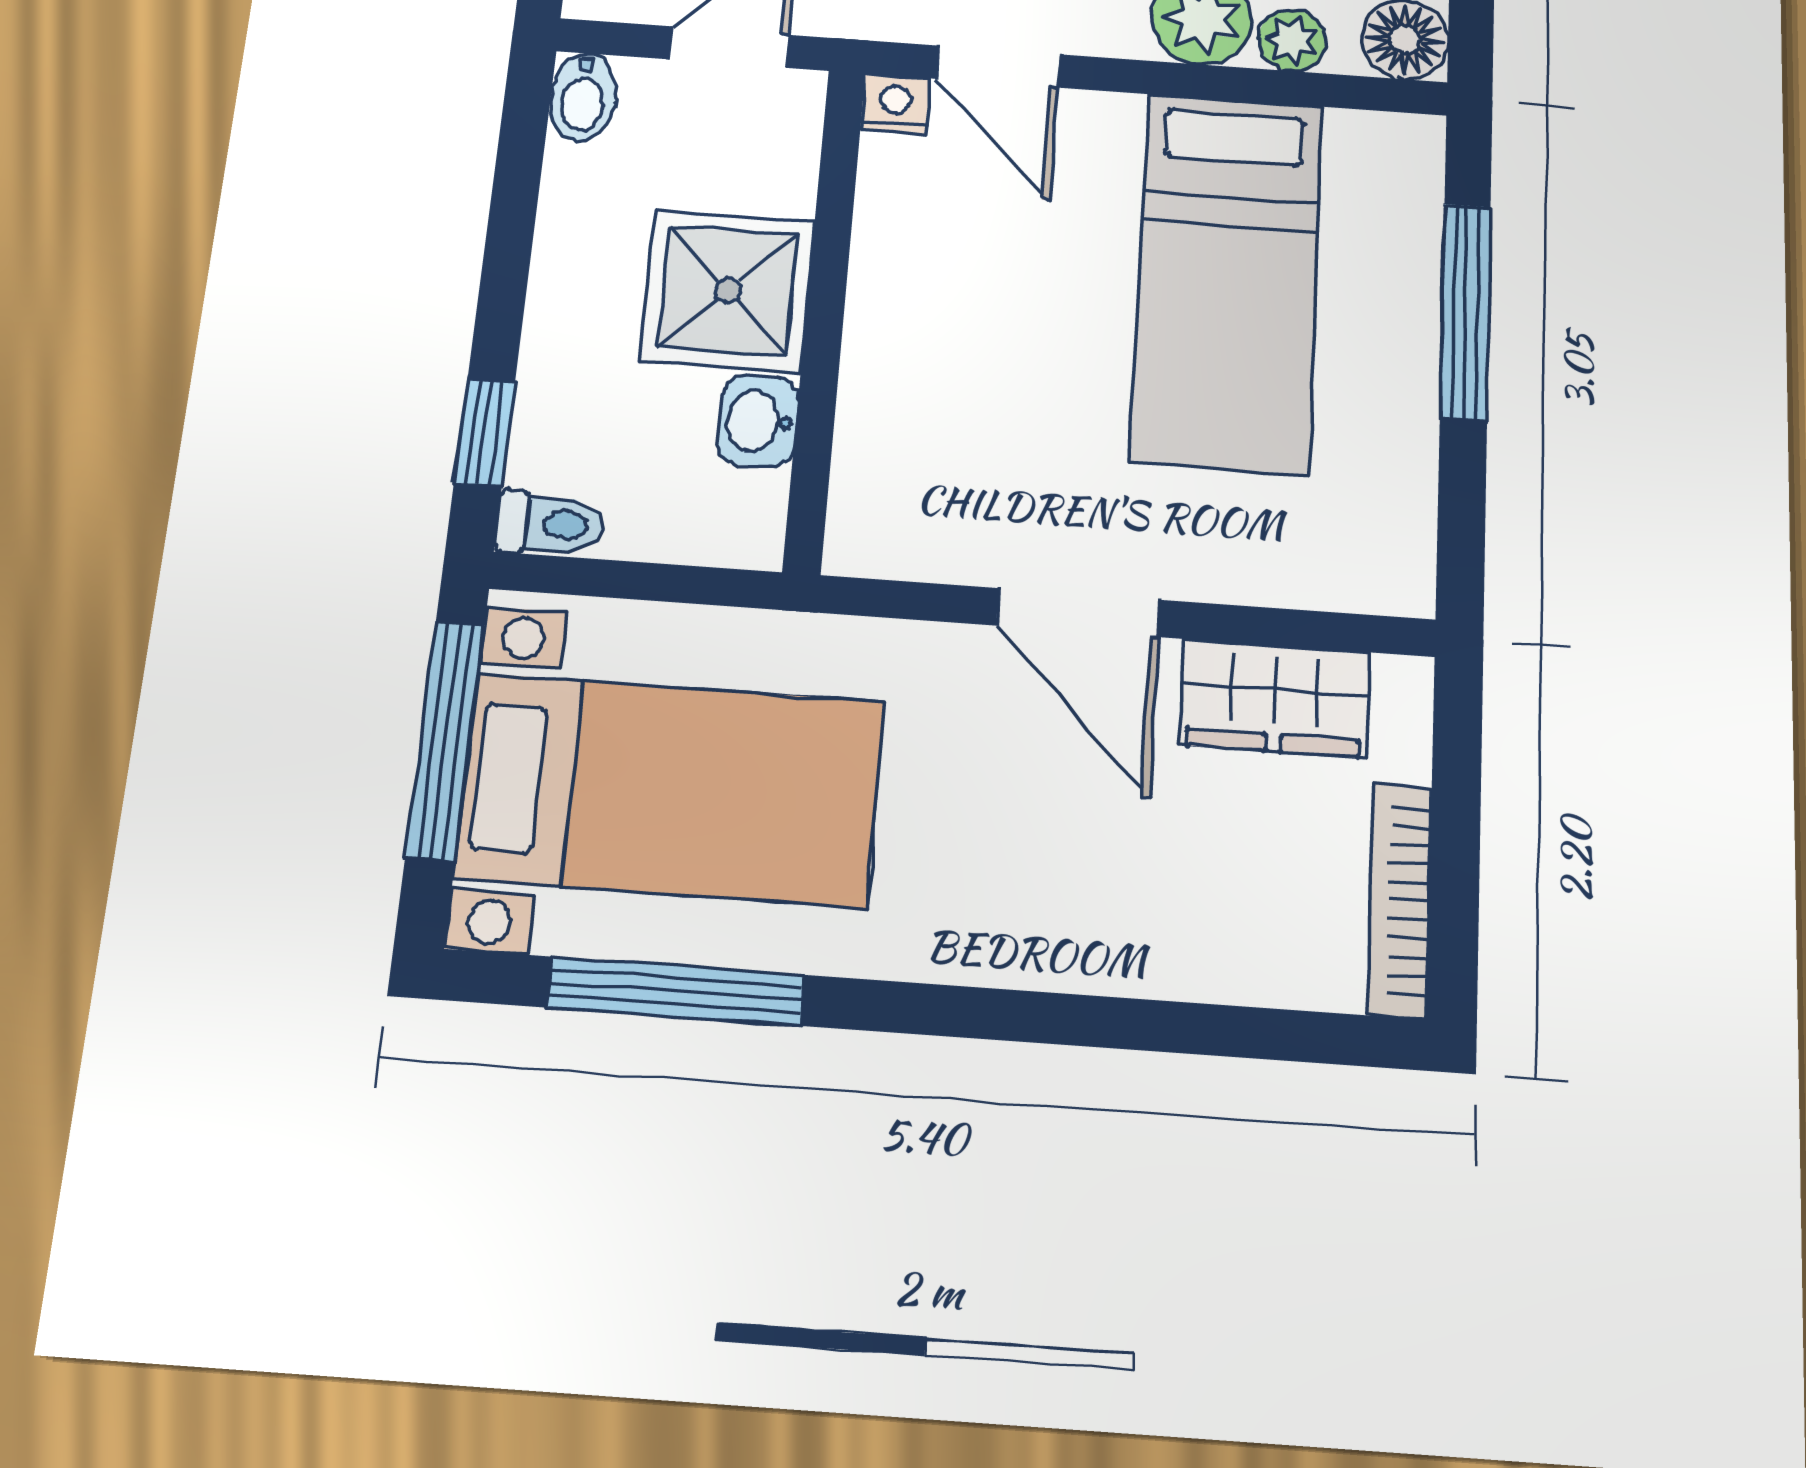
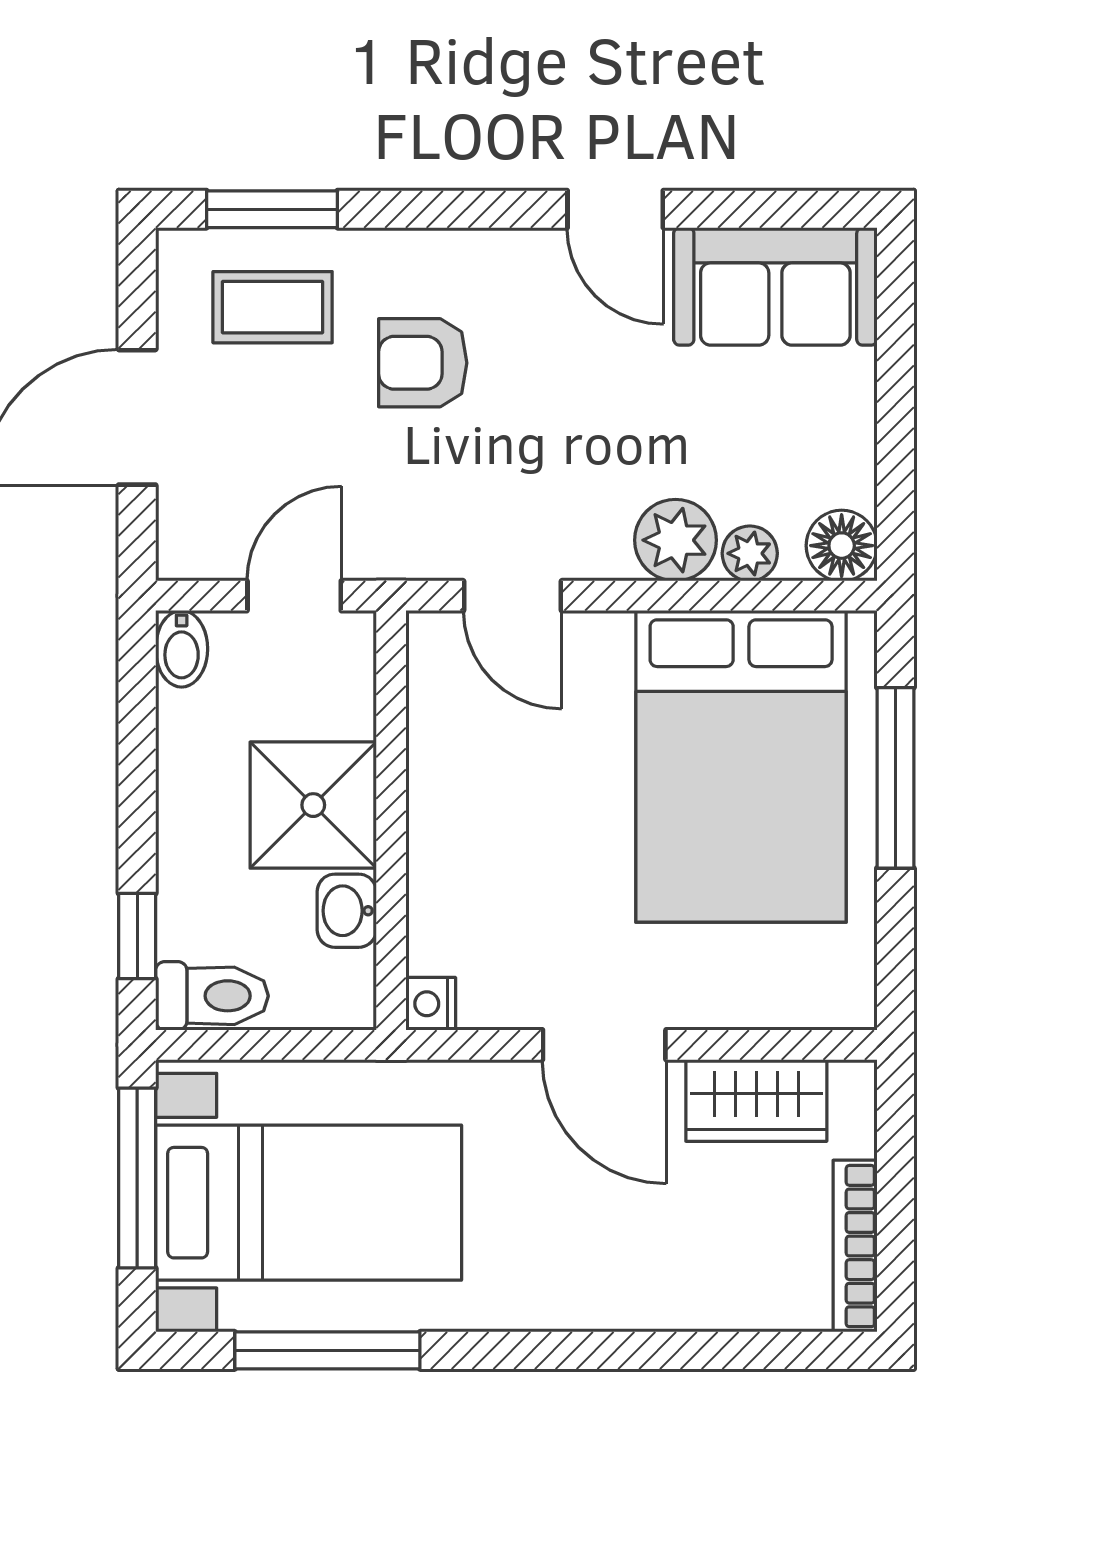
nightstand: (895, 104) -> (431, 1004), moved, turned -90
bed: (1227, 281) -> (741, 766), width x1.50
toilet: (551, 524) -> (212, 996), width x1.37, depth x1.39

